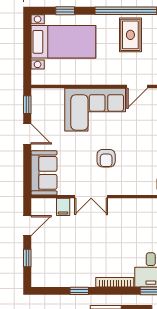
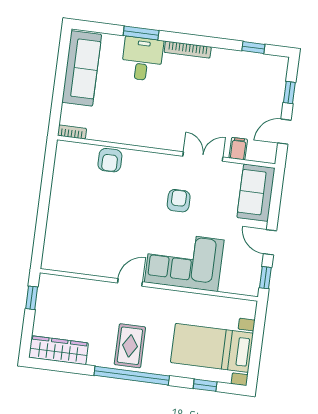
window: (79, 291) -> (253, 48), moved

